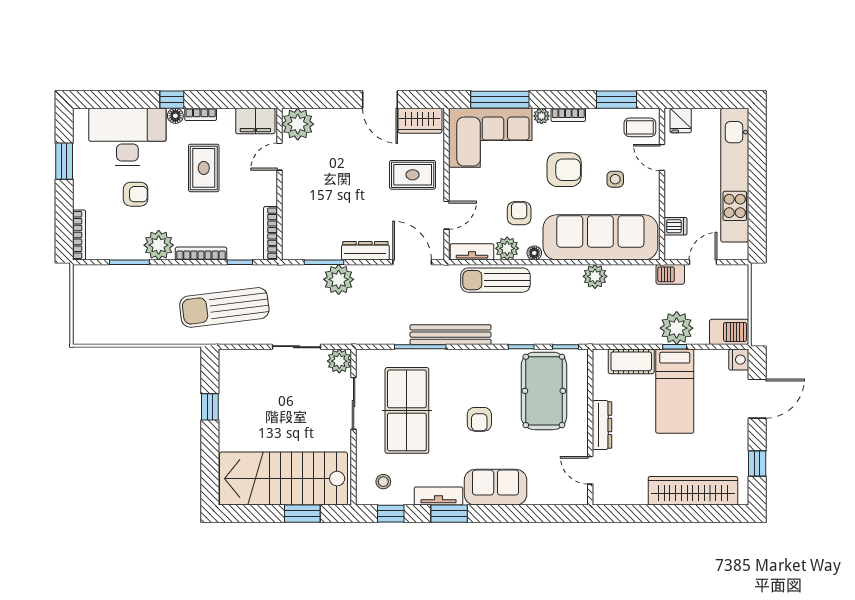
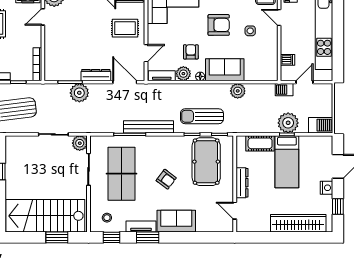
sofa: (600, 237) -> (225, 70), width x0.54, depth x0.79
sun lounger: (495, 280) -> (202, 116), moved
nightstand: (739, 360) -> (327, 188), moved
armchair: (479, 419) -> (166, 179), turned -53

